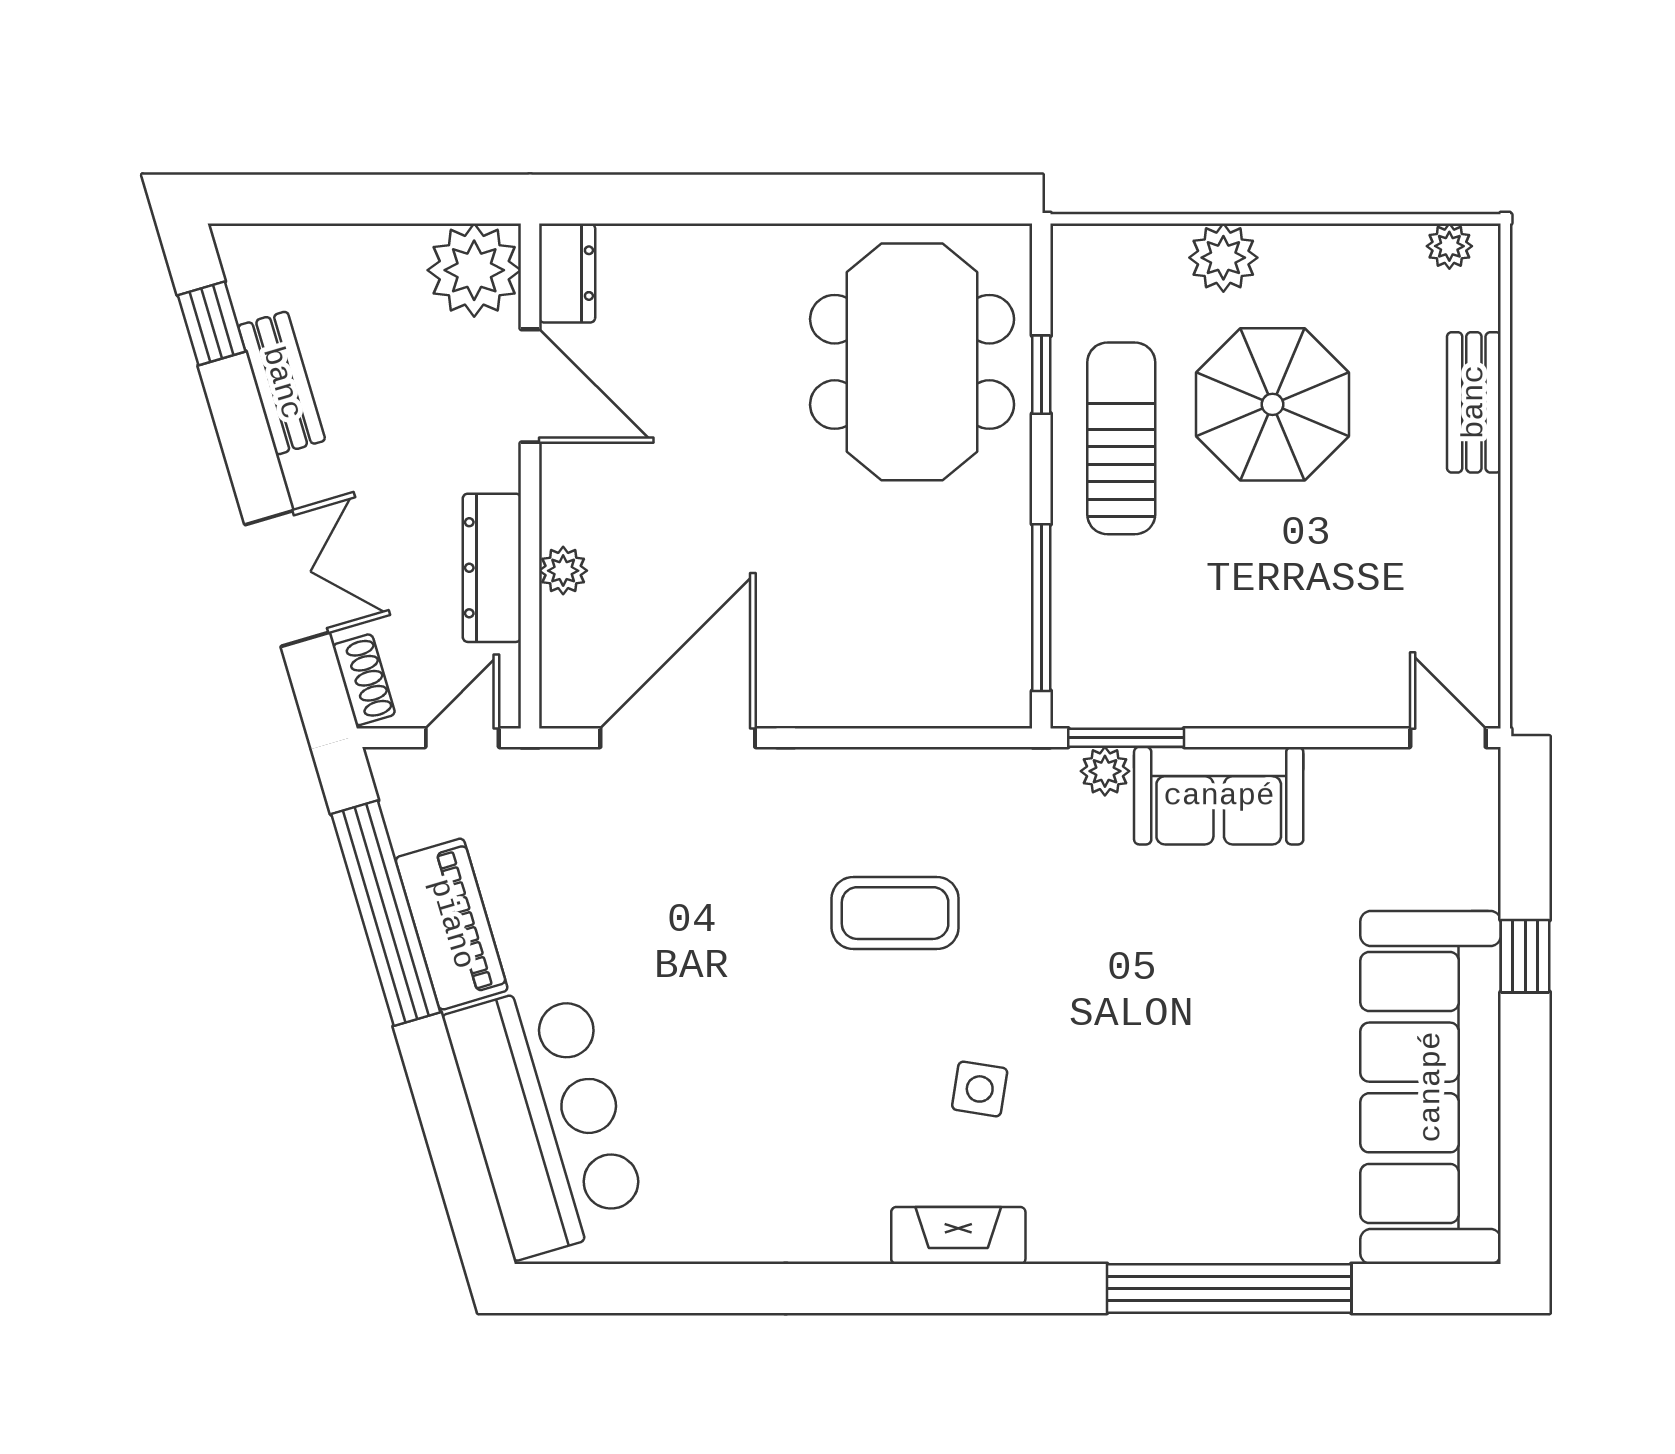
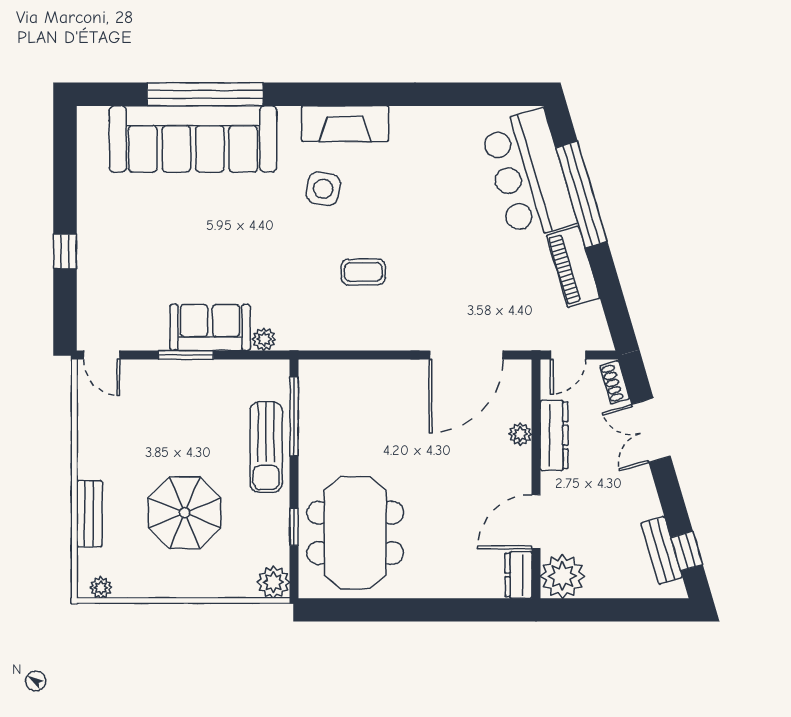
plant: (1223, 258) -> (273, 582), moved
bench: (282, 383) -> (662, 550), moved
door: (530, 386) -> (536, 522), hinge flipped
sun lounger: (1121, 438) -> (266, 447), moved
window: (1126, 738) -> (186, 355), moved
window: (386, 913) -> (581, 195), moved
coffee table: (895, 913) -> (363, 272), width x0.73, depth x0.77
sofa: (1431, 1087) -> (193, 139), moved, turned 90
side table: (980, 1089) -> (323, 189), width x1.37, depth x1.37
fireplace: (958, 1235) -> (345, 124), width x1.37, depth x1.32

